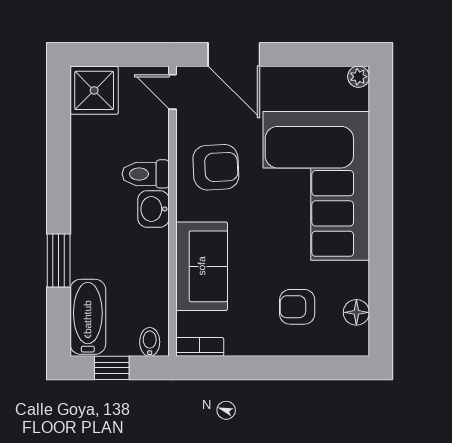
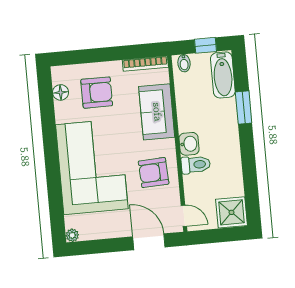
armchair: (297, 307) -> (97, 93), width x1.38, depth x1.38
bookcase: (200, 347) -> (145, 64), width x1.56

